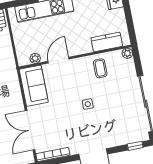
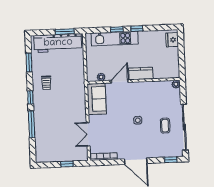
kitchen counter: (107, 42) -> (141, 73), moved
coffee table: (100, 68) -> (165, 126), moved
double door: (30, 130) -> (88, 134), width x0.73

